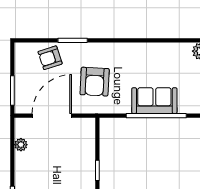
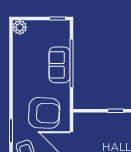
armchair: (95, 82) -> (44, 113), width x1.36, depth x1.36

